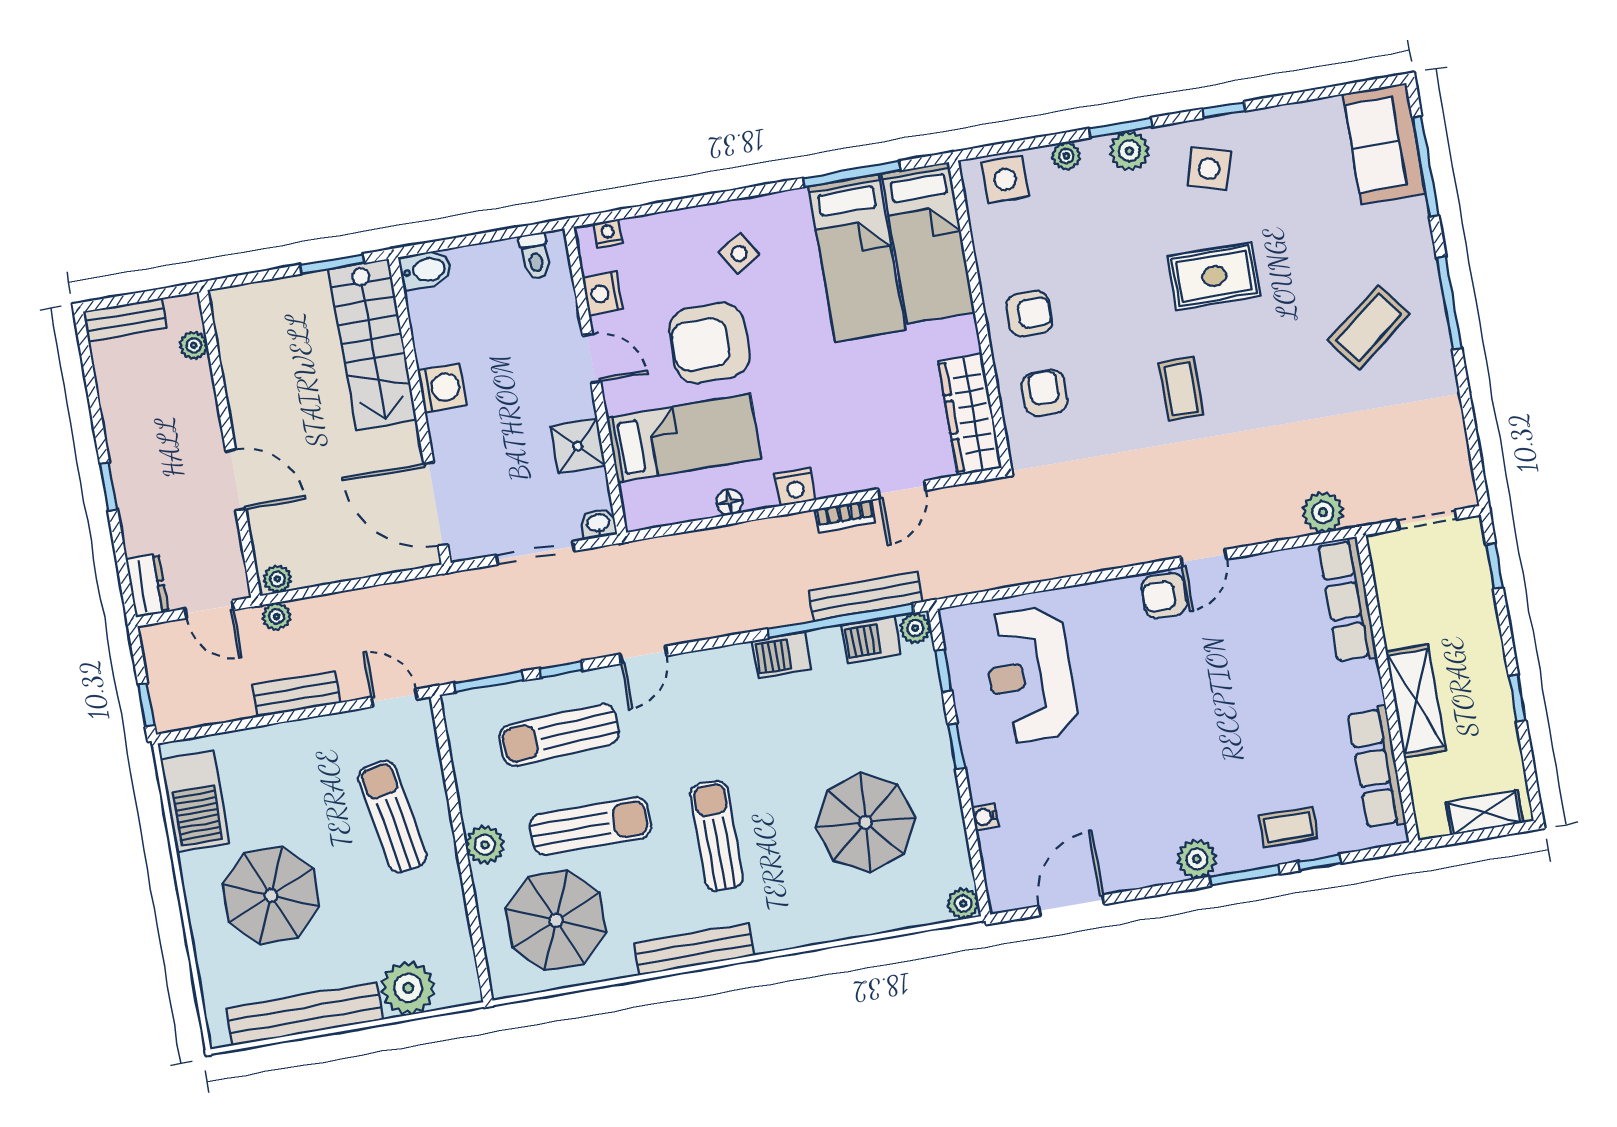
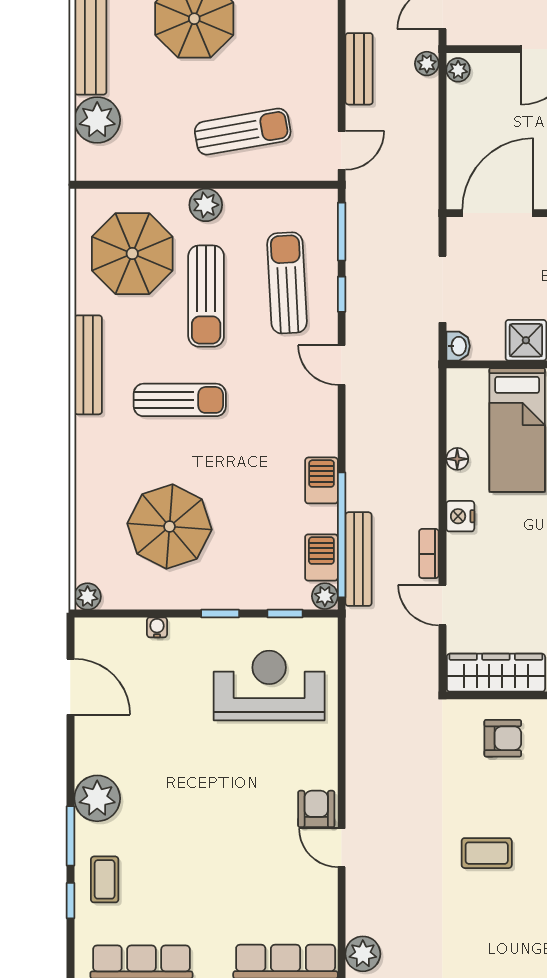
plant: (1197, 859) -> (97, 798), width x1.36, depth x1.36

